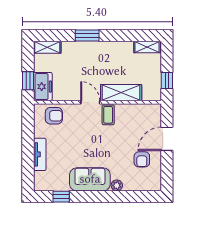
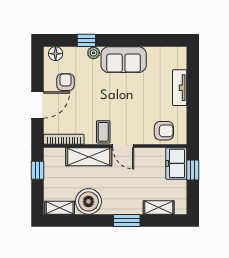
shelving: (47, 47) -> (159, 207), moved
boiler: (121, 53) -> (88, 201), added
bookcase: (143, 108) -> (64, 139), added
armchair: (54, 116) -> (164, 131), turned 180
floor lamp: (151, 185) -> (56, 54), added
window: (61, 197) -> (86, 40), moved

